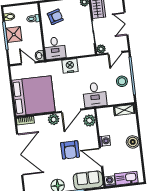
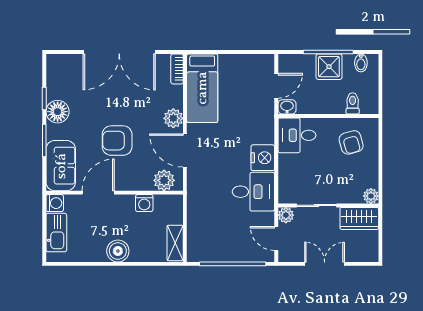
stool: (122, 81) -> (225, 245), removed
desk: (95, 95) -> (253, 192), moved, turned 180
bed: (33, 96) -> (202, 88), width x0.49
washing machine: (105, 141) -> (144, 203), moved

